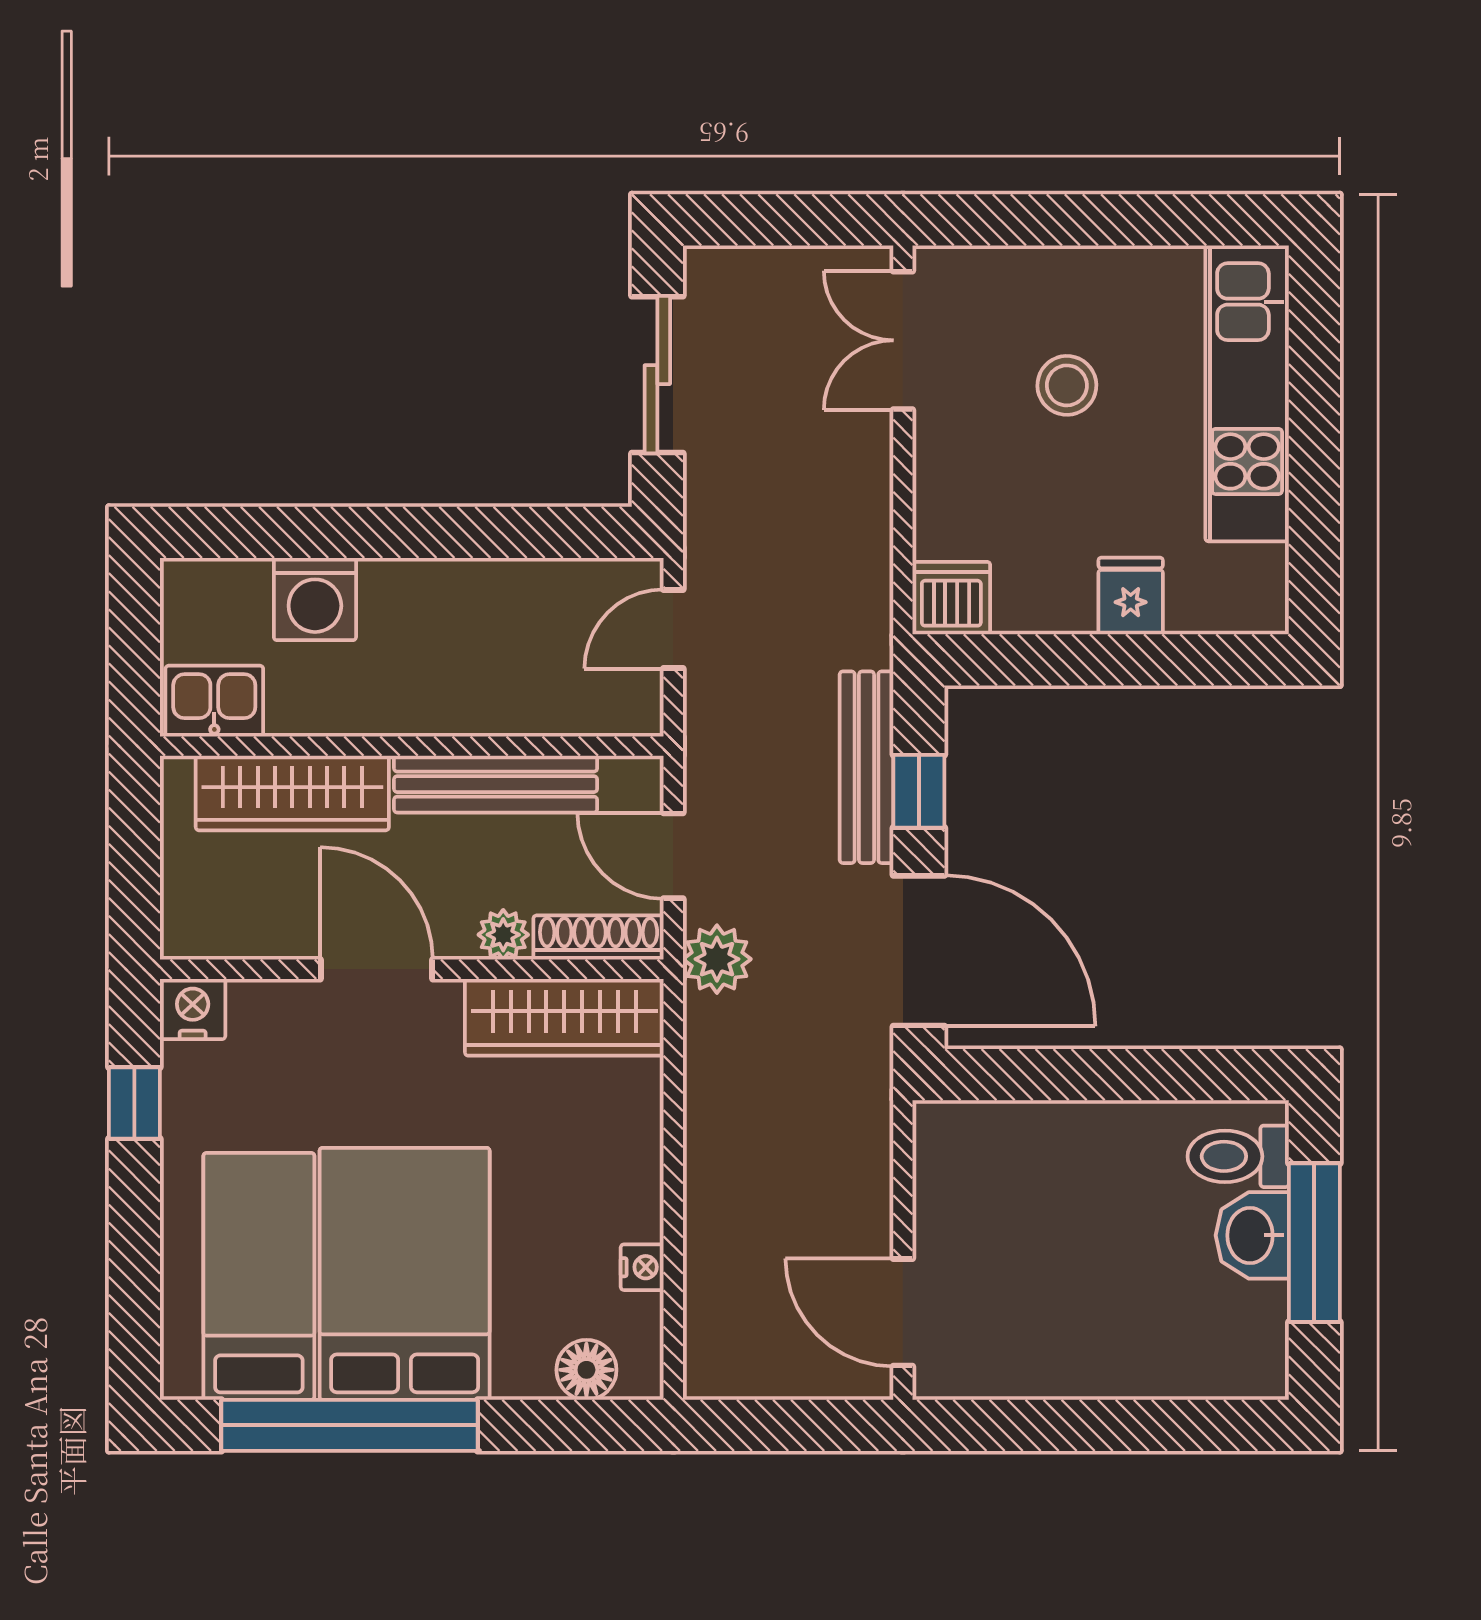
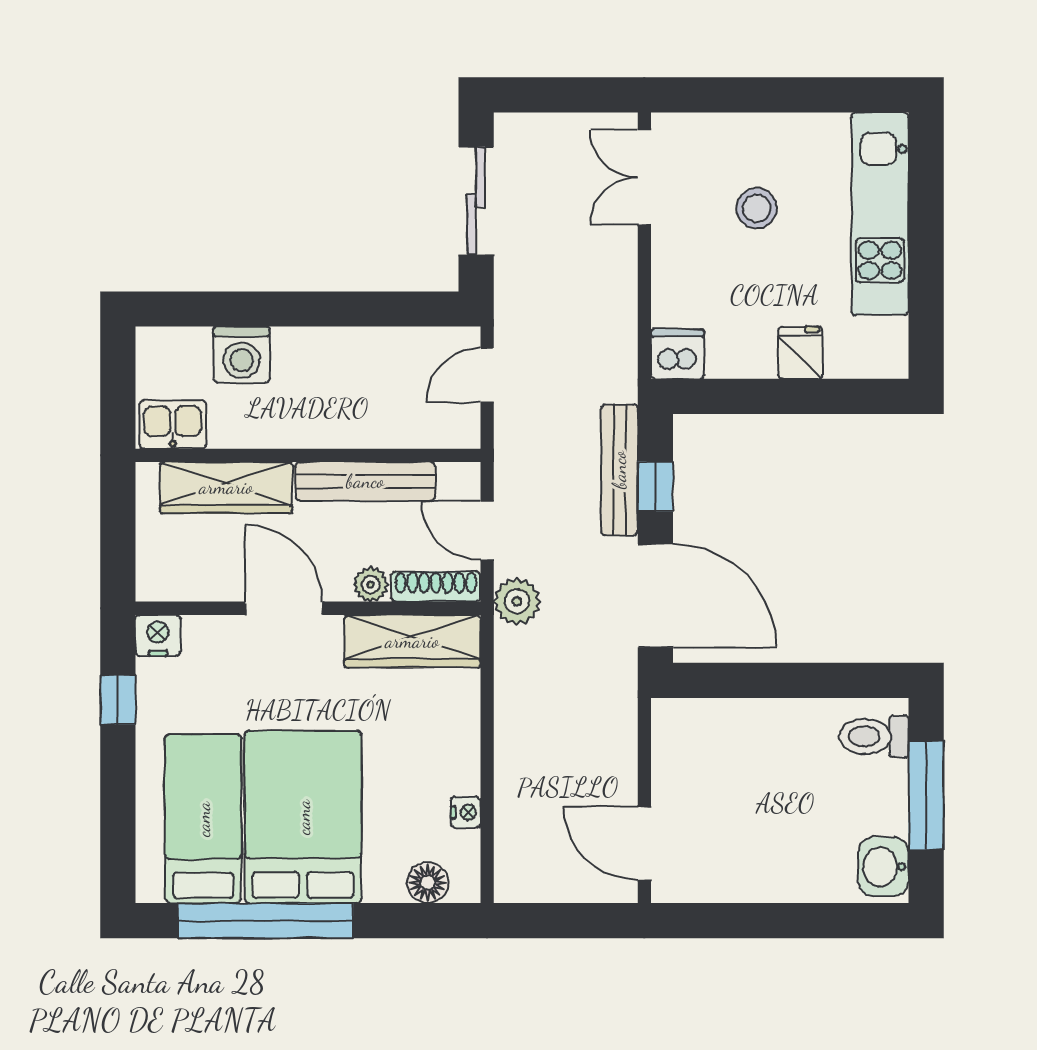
washbasin: (1252, 1235) -> (884, 867), moved

